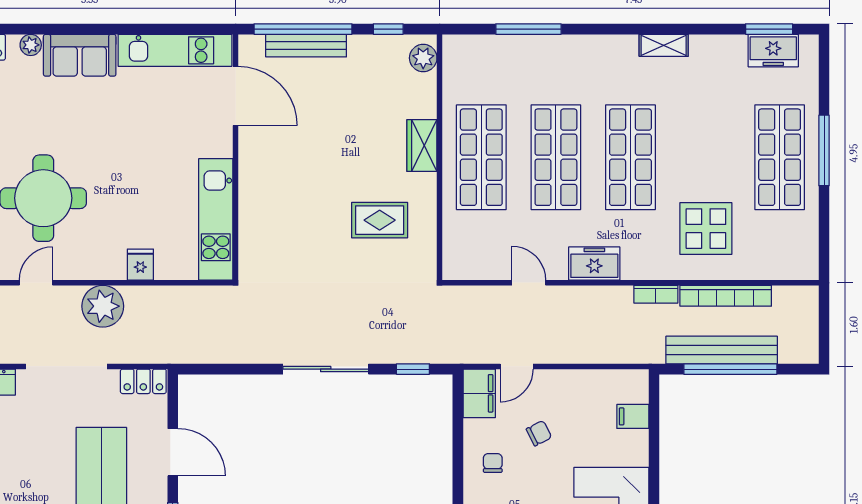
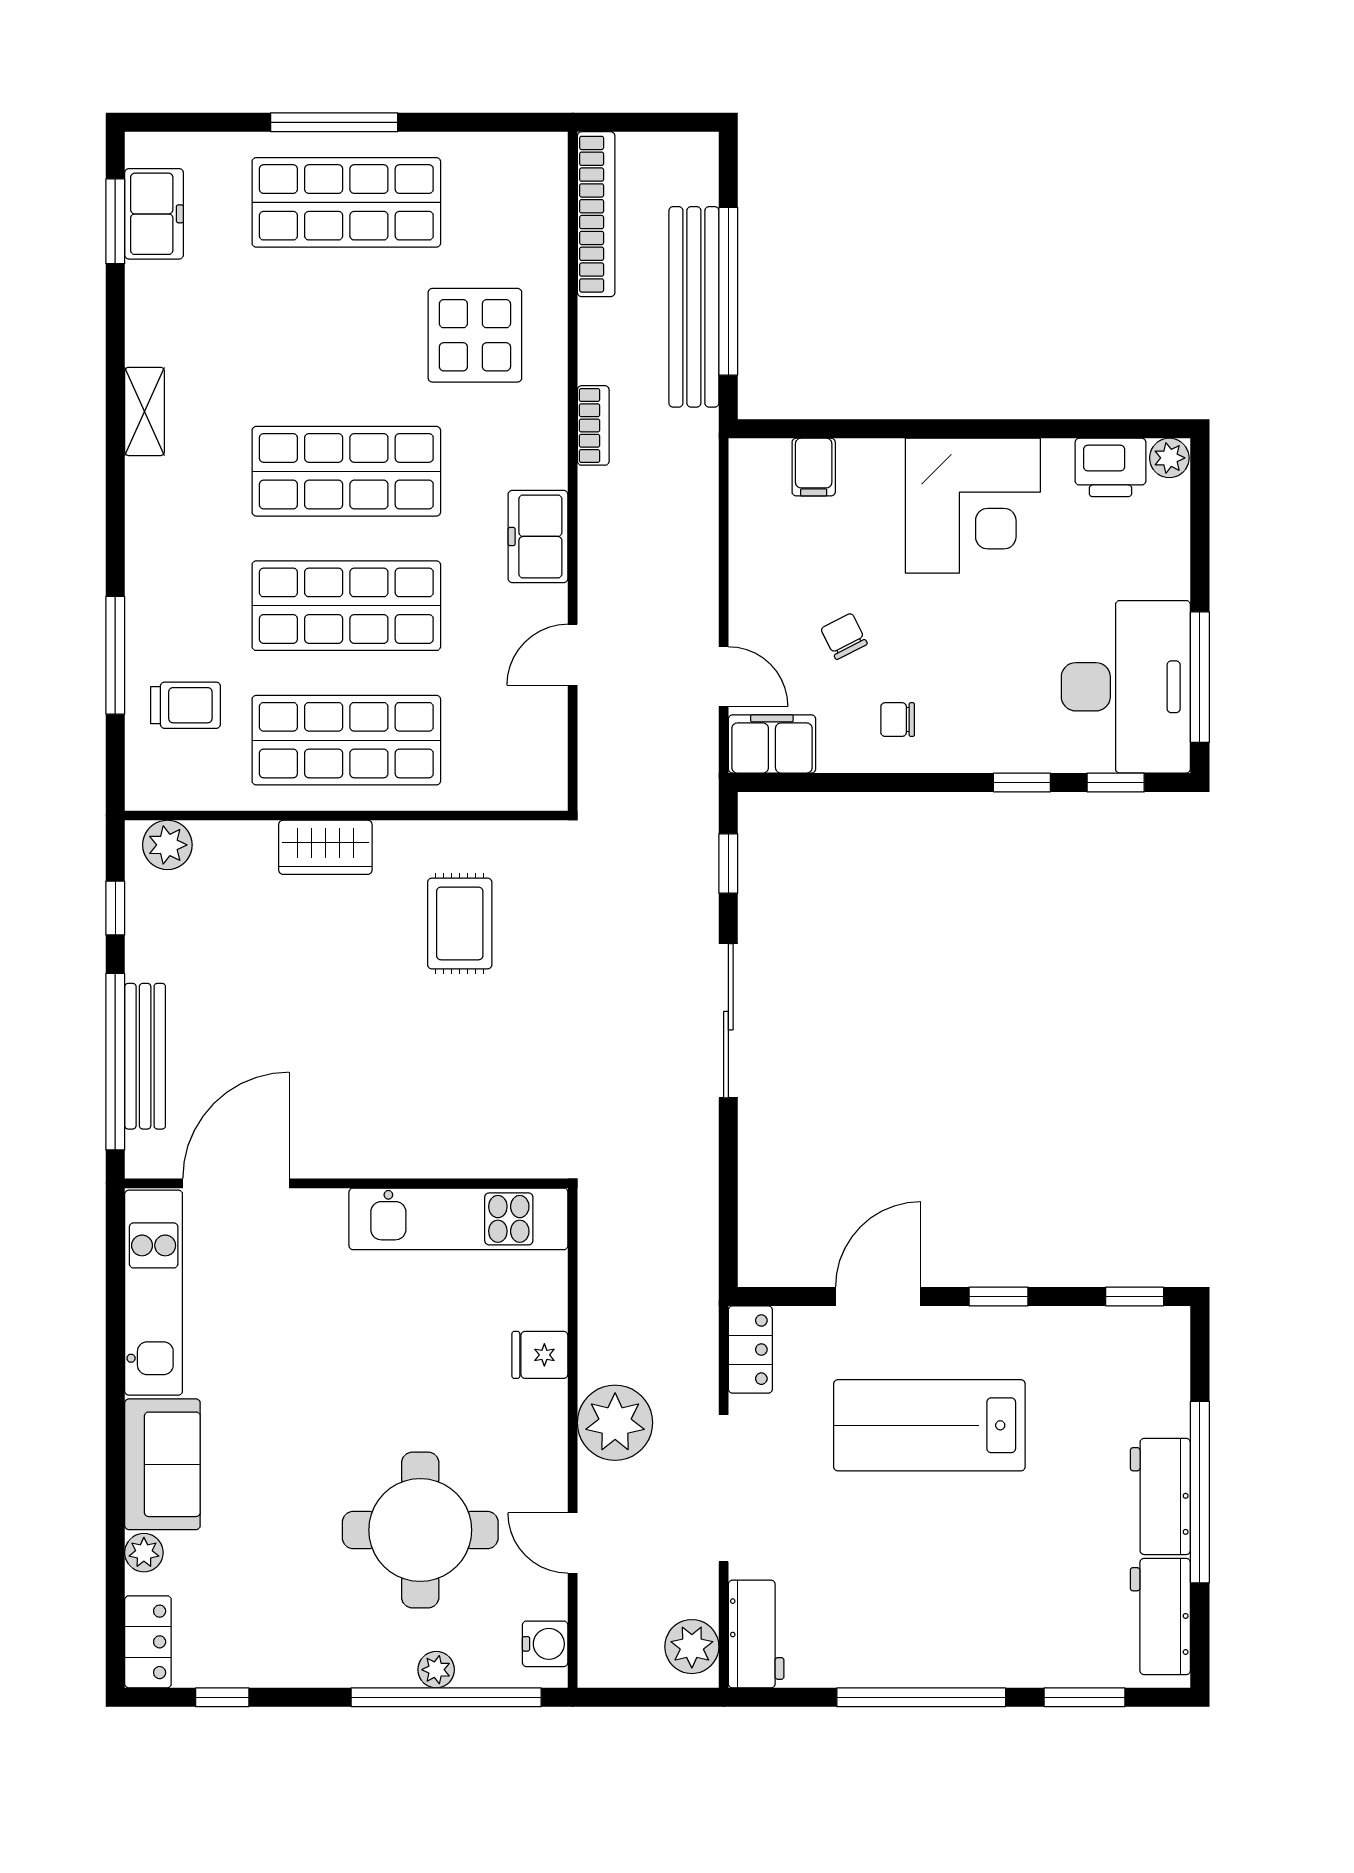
trolley: (501, 68) -> (185, 705), added
bookcase: (726, 296) -> (596, 214), moved

